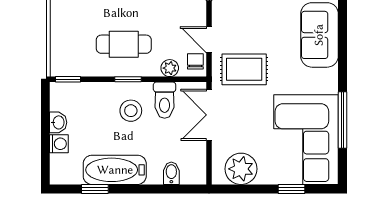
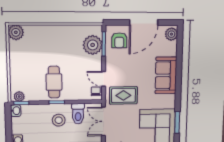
cafe table: (124, 44) -> (54, 82), turned 90
plant: (170, 68) -> (19, 97), moved
window: (343, 120) -> (177, 122), width x0.69
washbasin: (58, 122) -> (16, 111), moved

